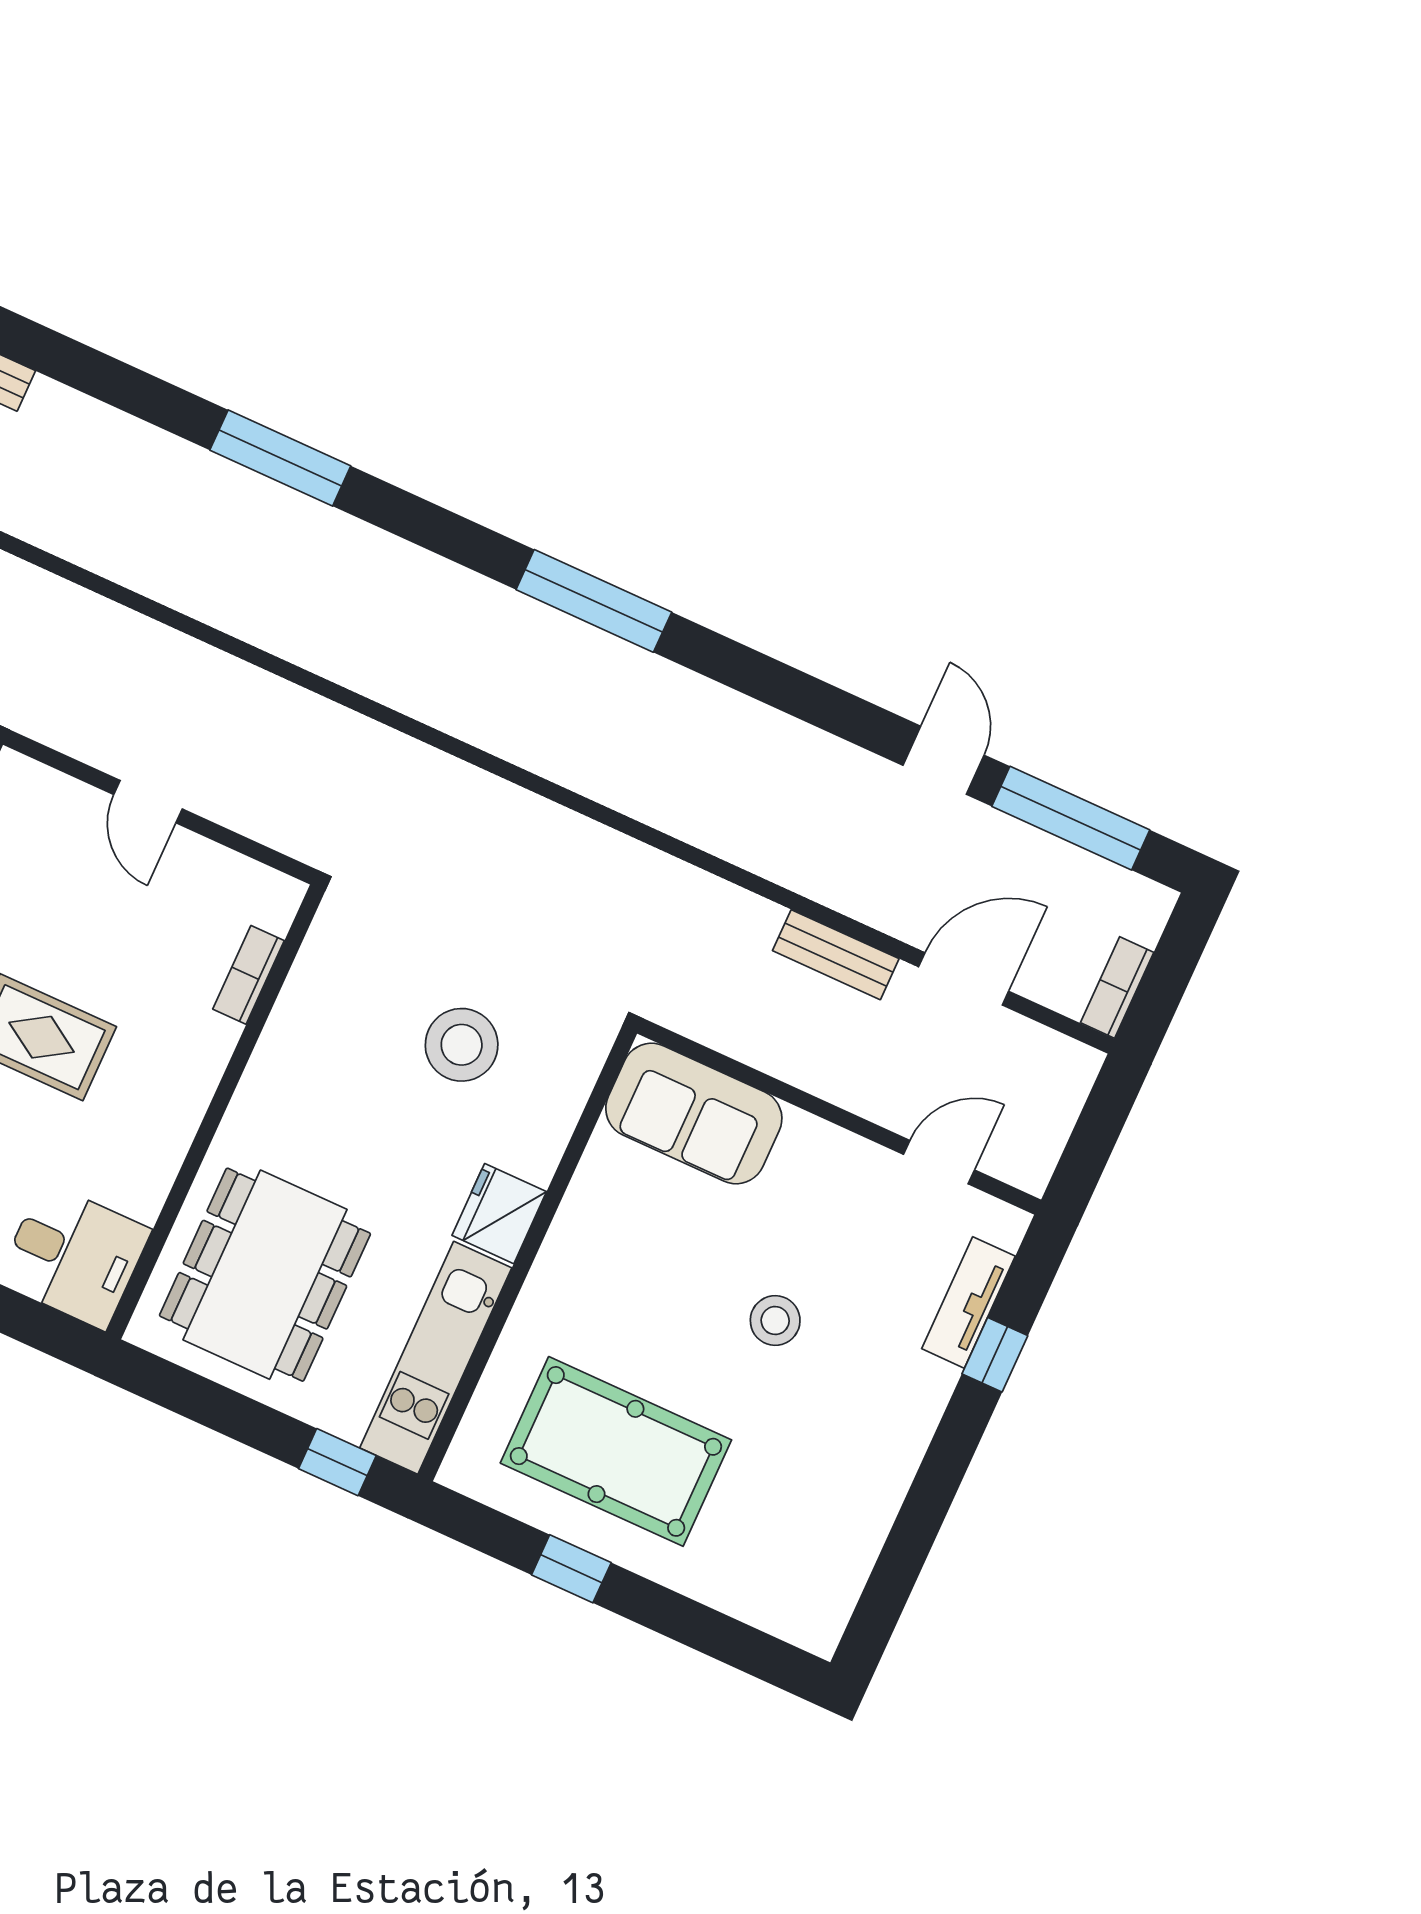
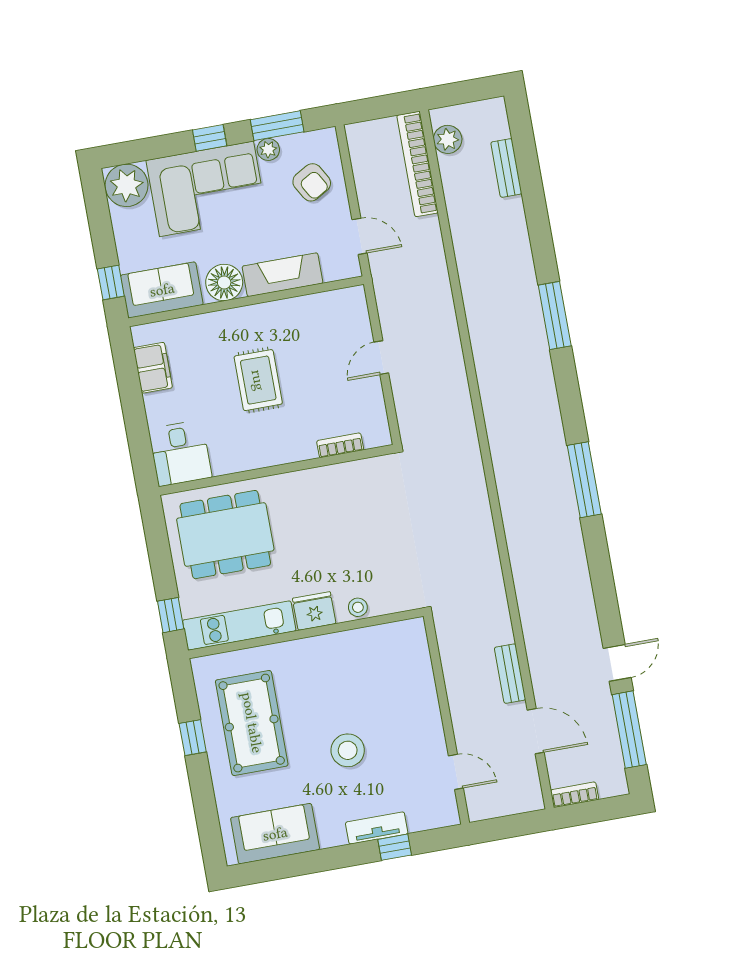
stool: (462, 1045) -> (358, 607), moved, width x0.53, depth x0.53
sofa: (694, 1113) -> (275, 834), moved, turned 90
tv unit: (969, 1302) -> (377, 828), moved
stool: (775, 1321) -> (348, 750), width x1.38, depth x1.38

